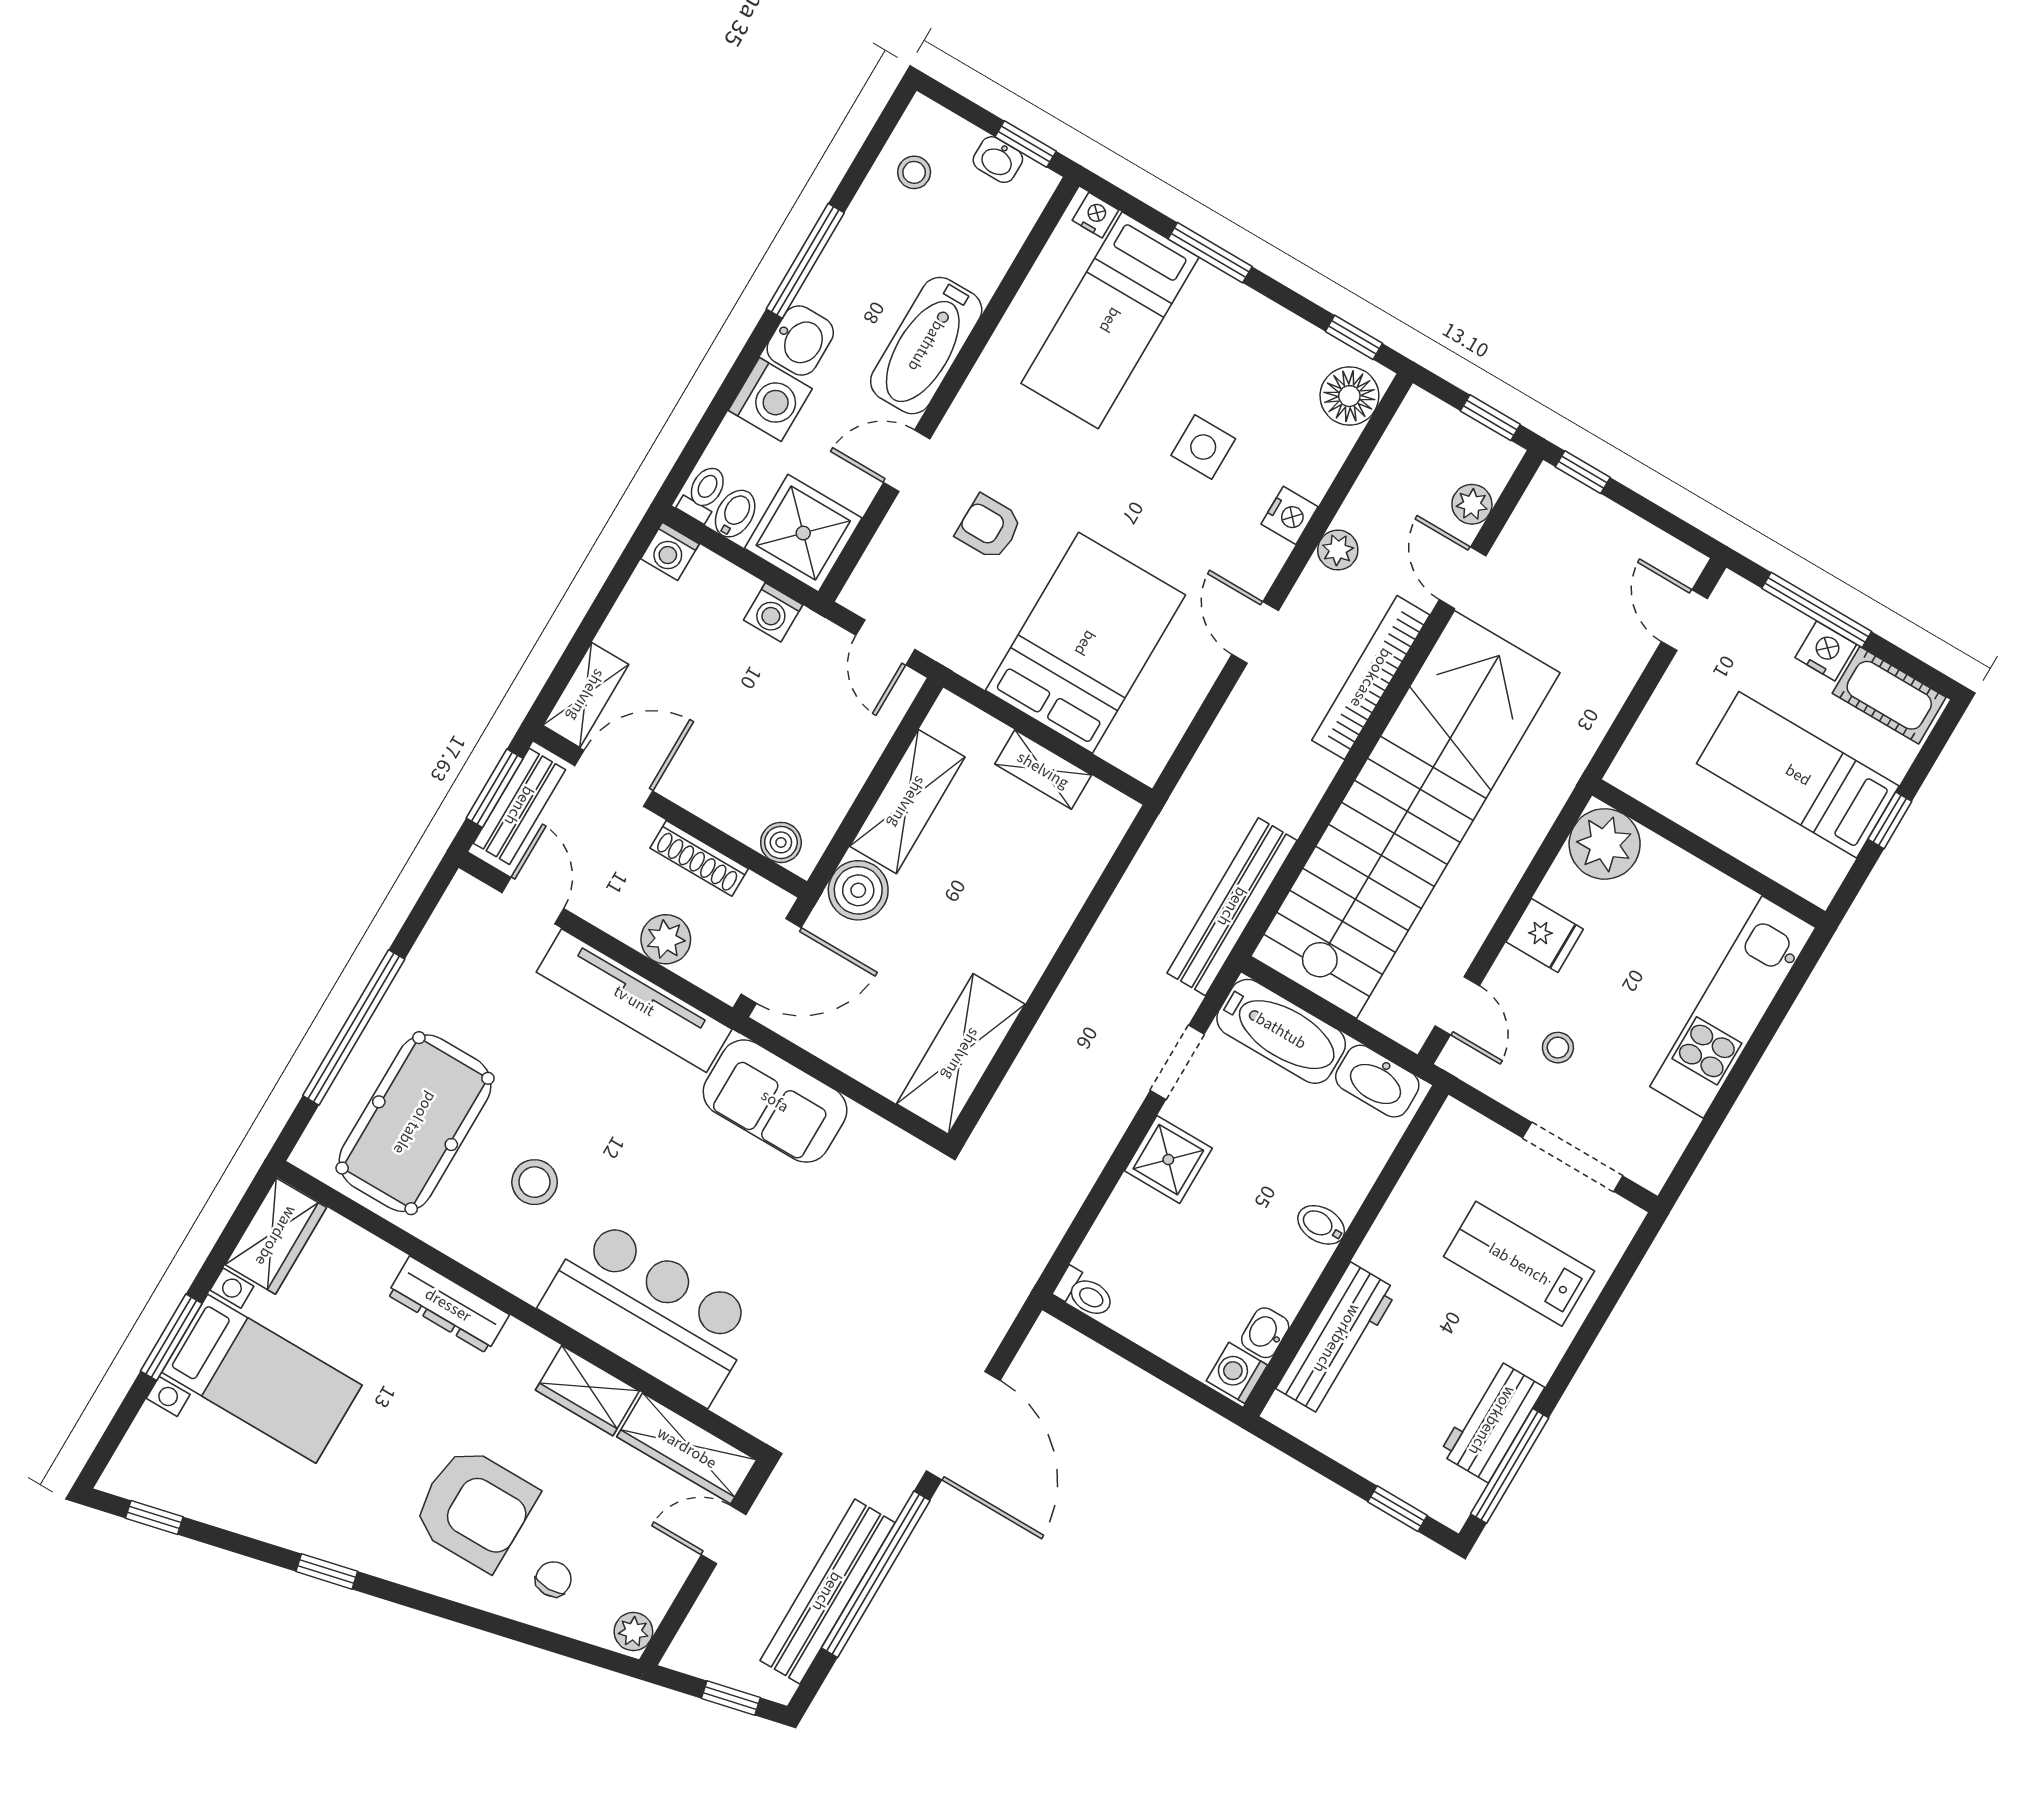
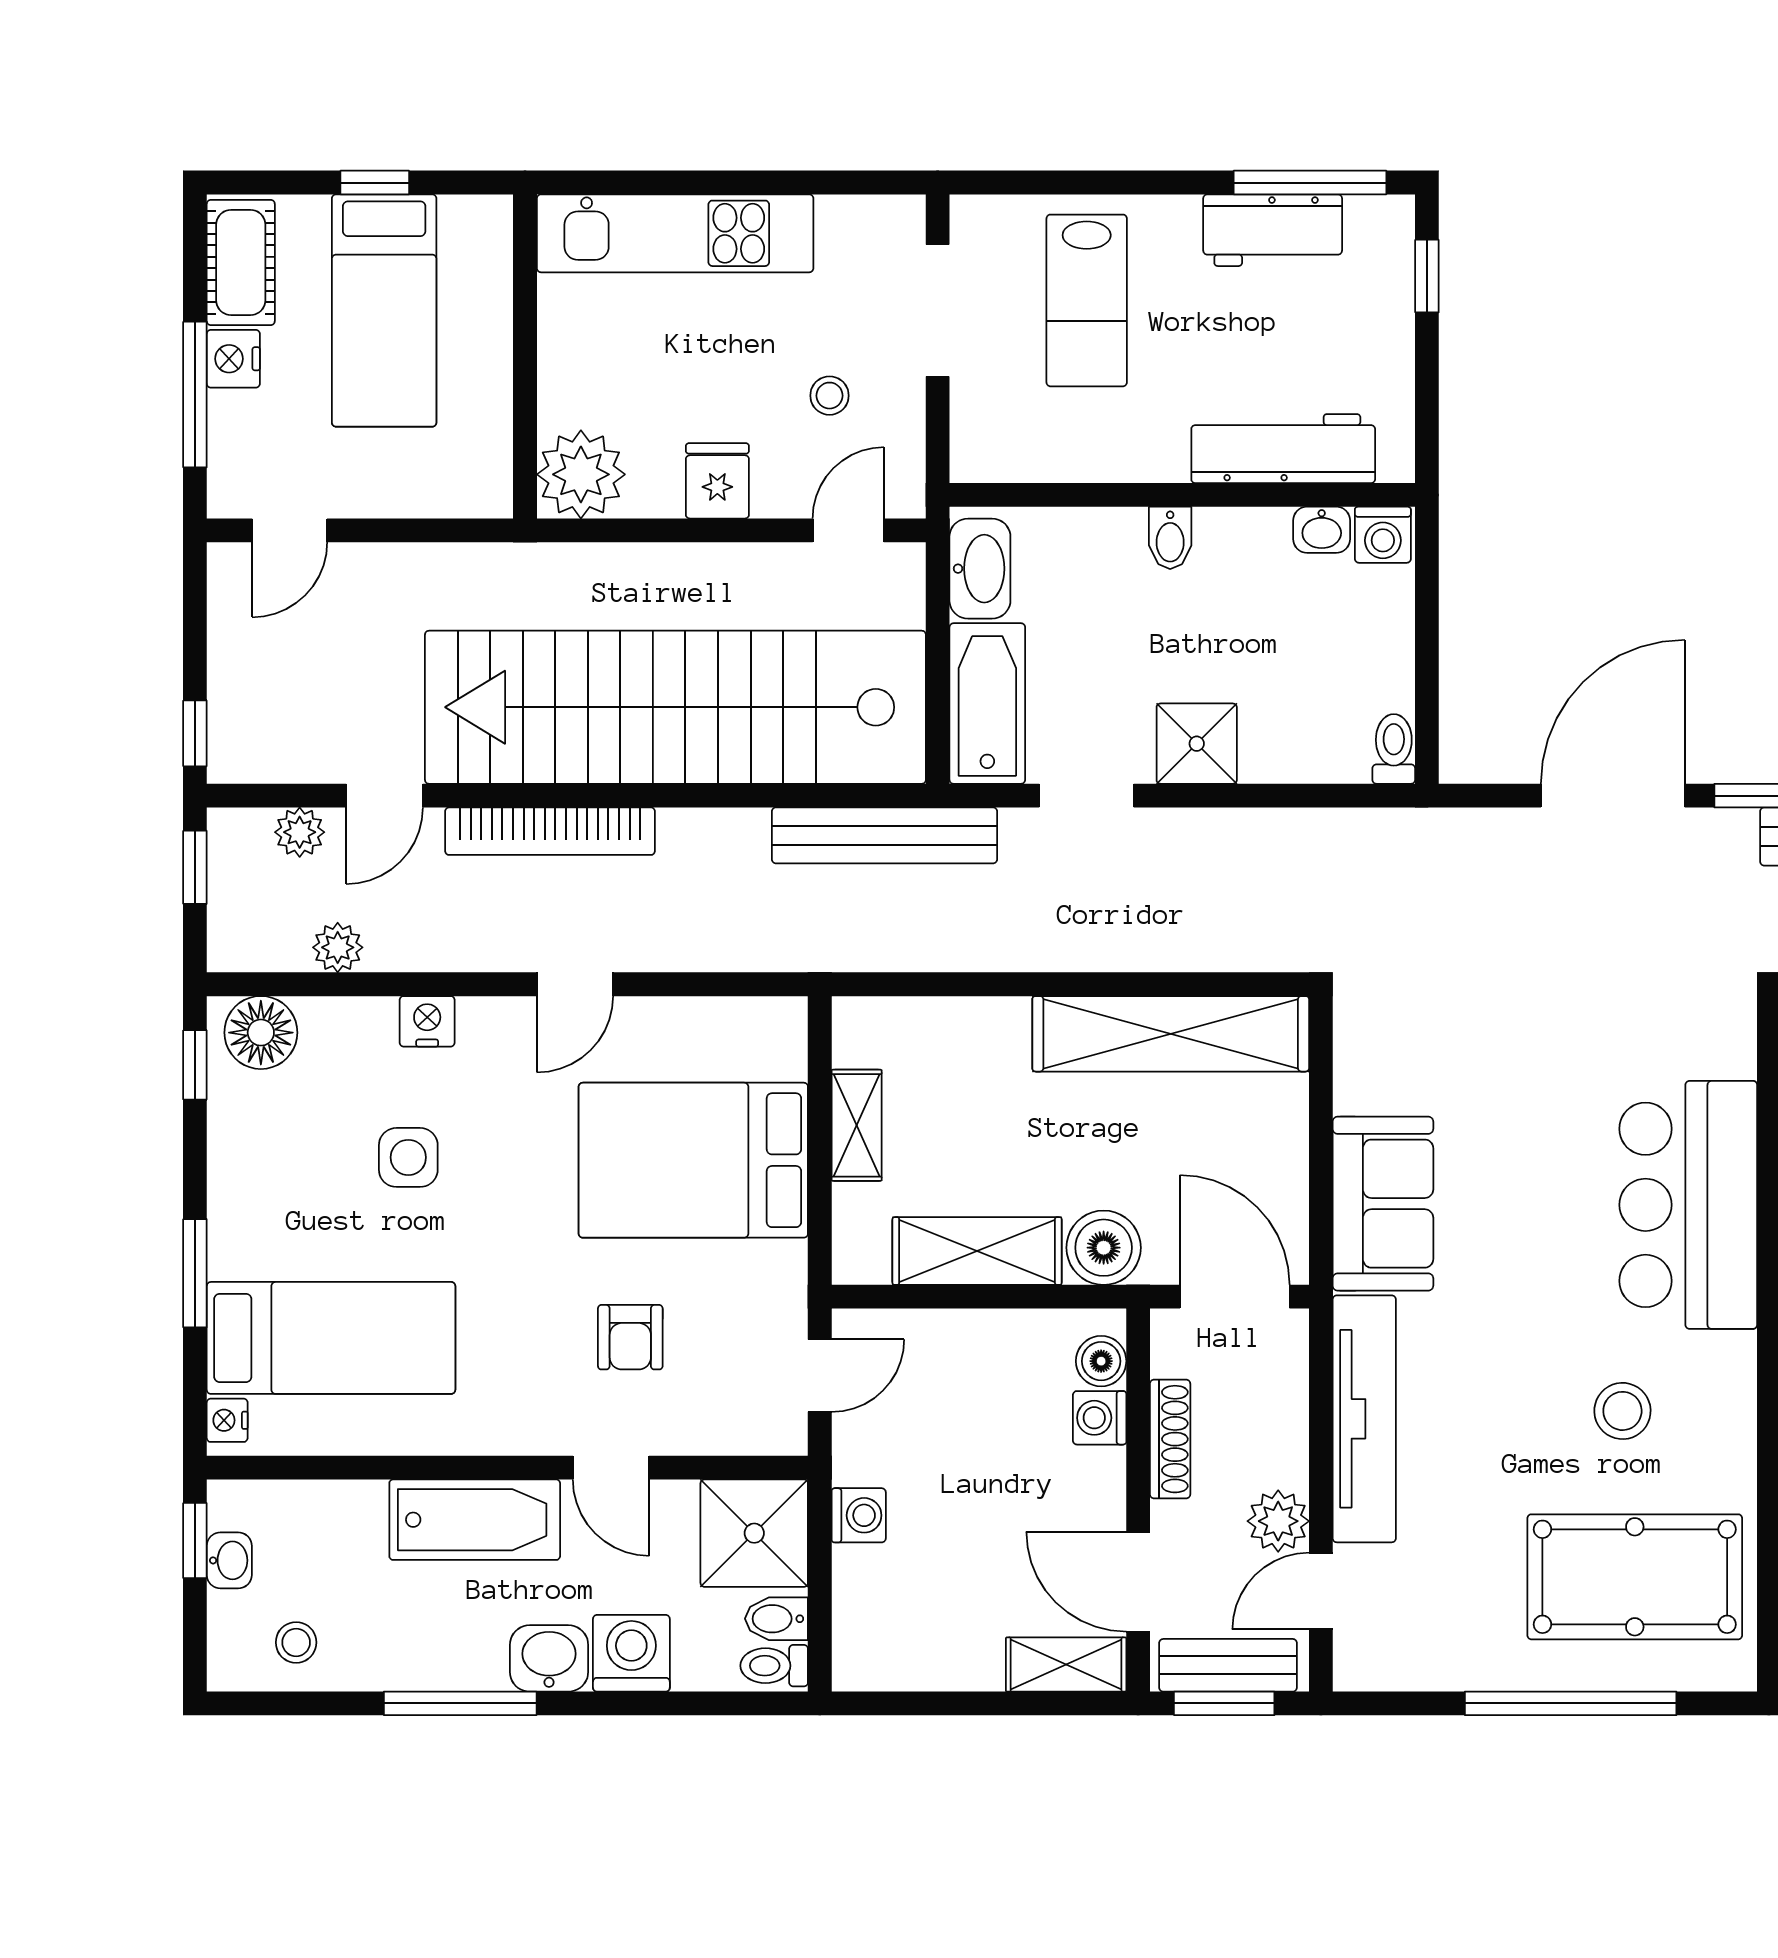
plant: (1338, 550) -> (338, 947), moved
washing machine: (670, 551) -> (1100, 1418), moved, turned 180
plant: (666, 939) -> (1278, 1521), moved
shelving: (961, 1054) -> (1171, 1034), width x1.47

